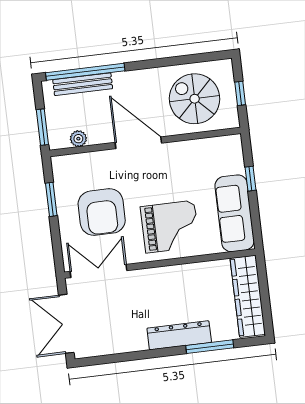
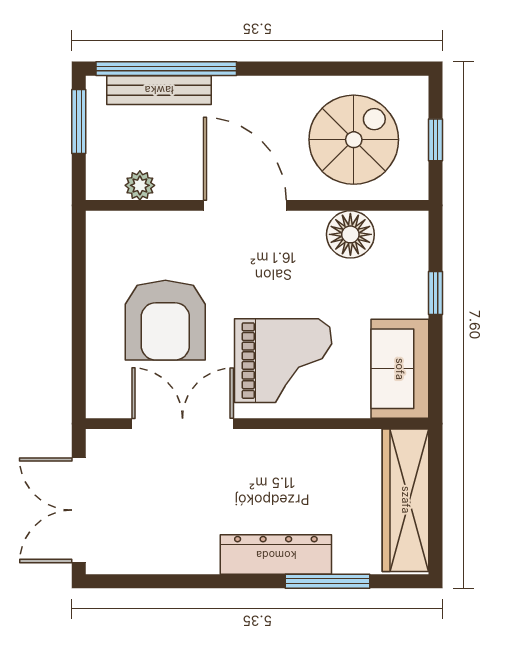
spiral stairs: (195, 99) -> (354, 140), turned 90
window: (42, 127) -> (79, 122), moved
floor lamp: (199, 152) -> (350, 234), added
window: (51, 199) -> (79, 287), removed
sofa: (235, 213) -> (400, 369), width x0.73
double door: (99, 271) -> (183, 424), moved

